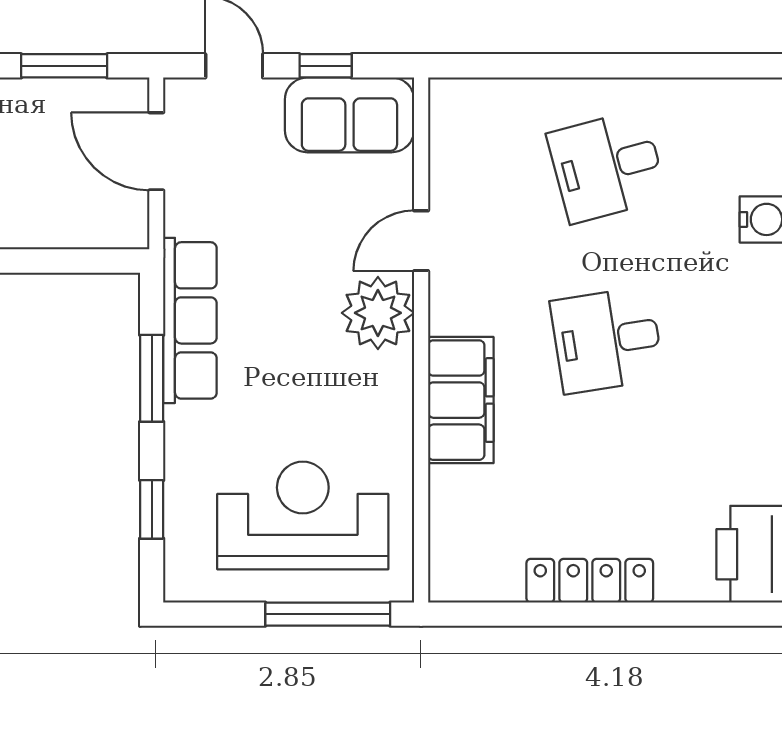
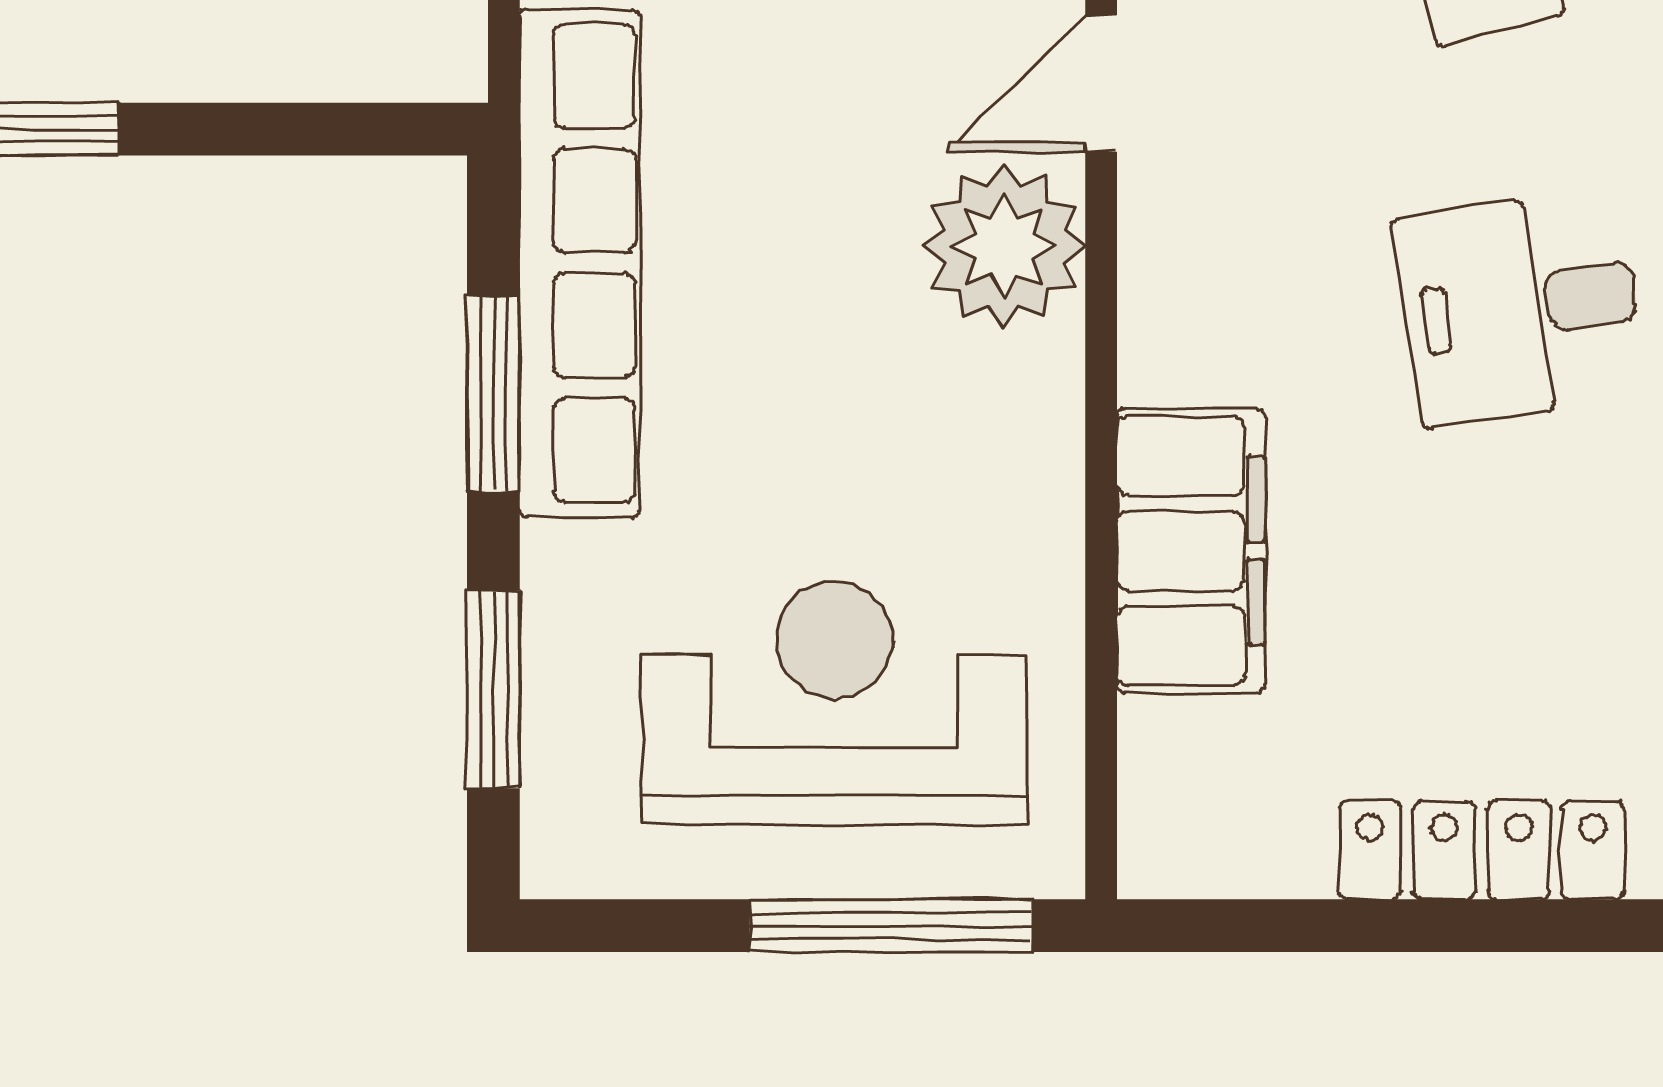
row of seats: (190, 320) -> (580, 263), width x1.36
filing cabinet: (461, 400) -> (1191, 551), moved
window: (152, 509) -> (493, 689), width x1.50

